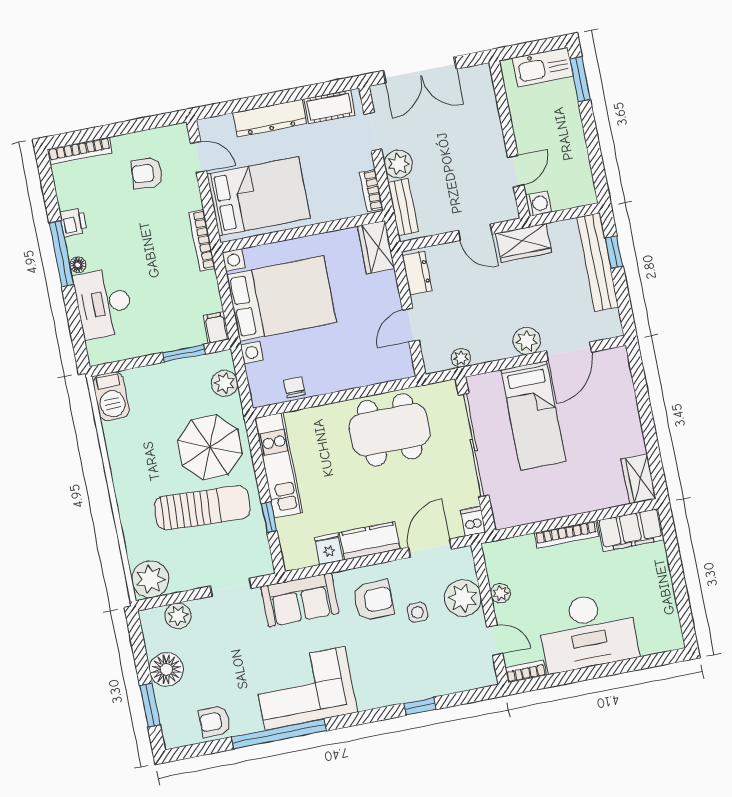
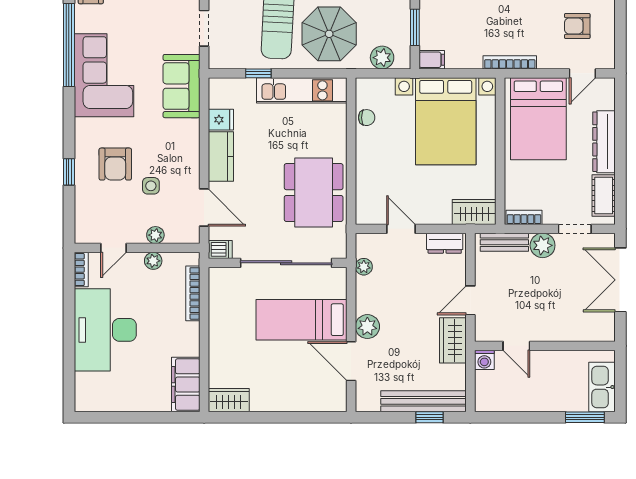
armchair: (147, 173) -> (577, 26), turned -94
bookcase: (566, 535) -> (193, 293), moved
plant: (463, 598) -> (155, 235), width x0.53, depth x0.53
armchair: (373, 600) -> (115, 164), moved

